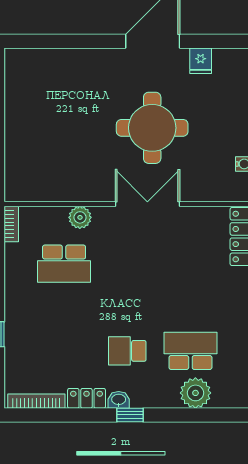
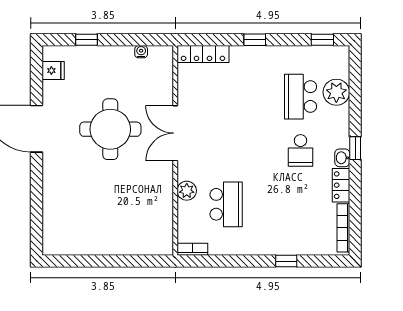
fridge: (201, 61) -> (53, 71), moved

